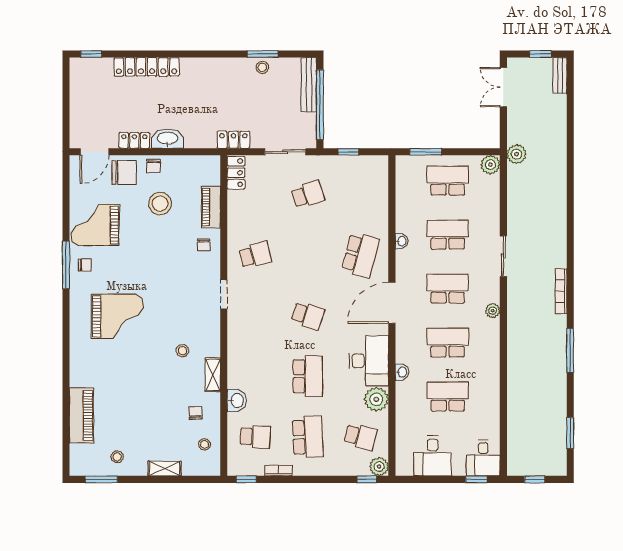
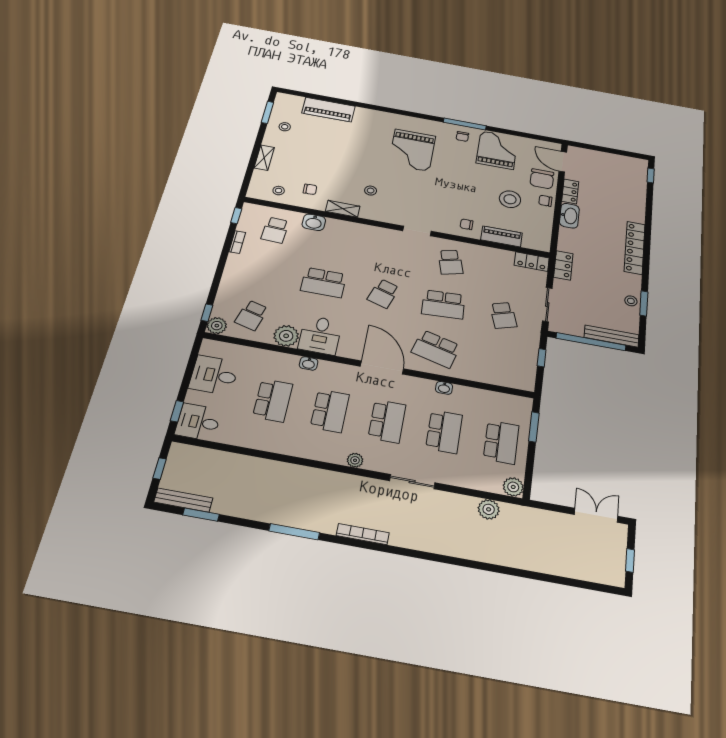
locker: (147, 67) -> (635, 248), moved
bench: (560, 75) -> (183, 500), moved, width x1.36
plant: (516, 154) -> (489, 509), moved
desk: (369, 361) -> (320, 335), width x0.73
school desk: (308, 437) -> (443, 304), moved

